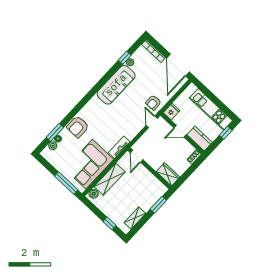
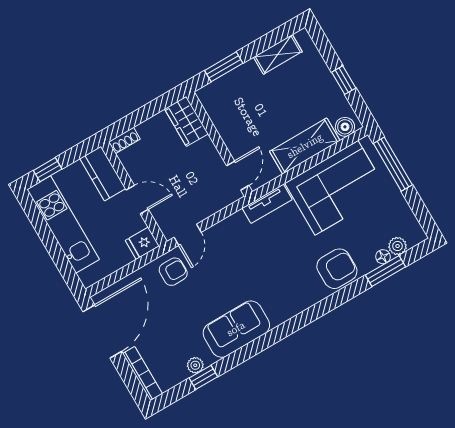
sofa: (116, 85) -> (236, 329), width x0.73
window: (109, 223) -> (344, 80), moved

